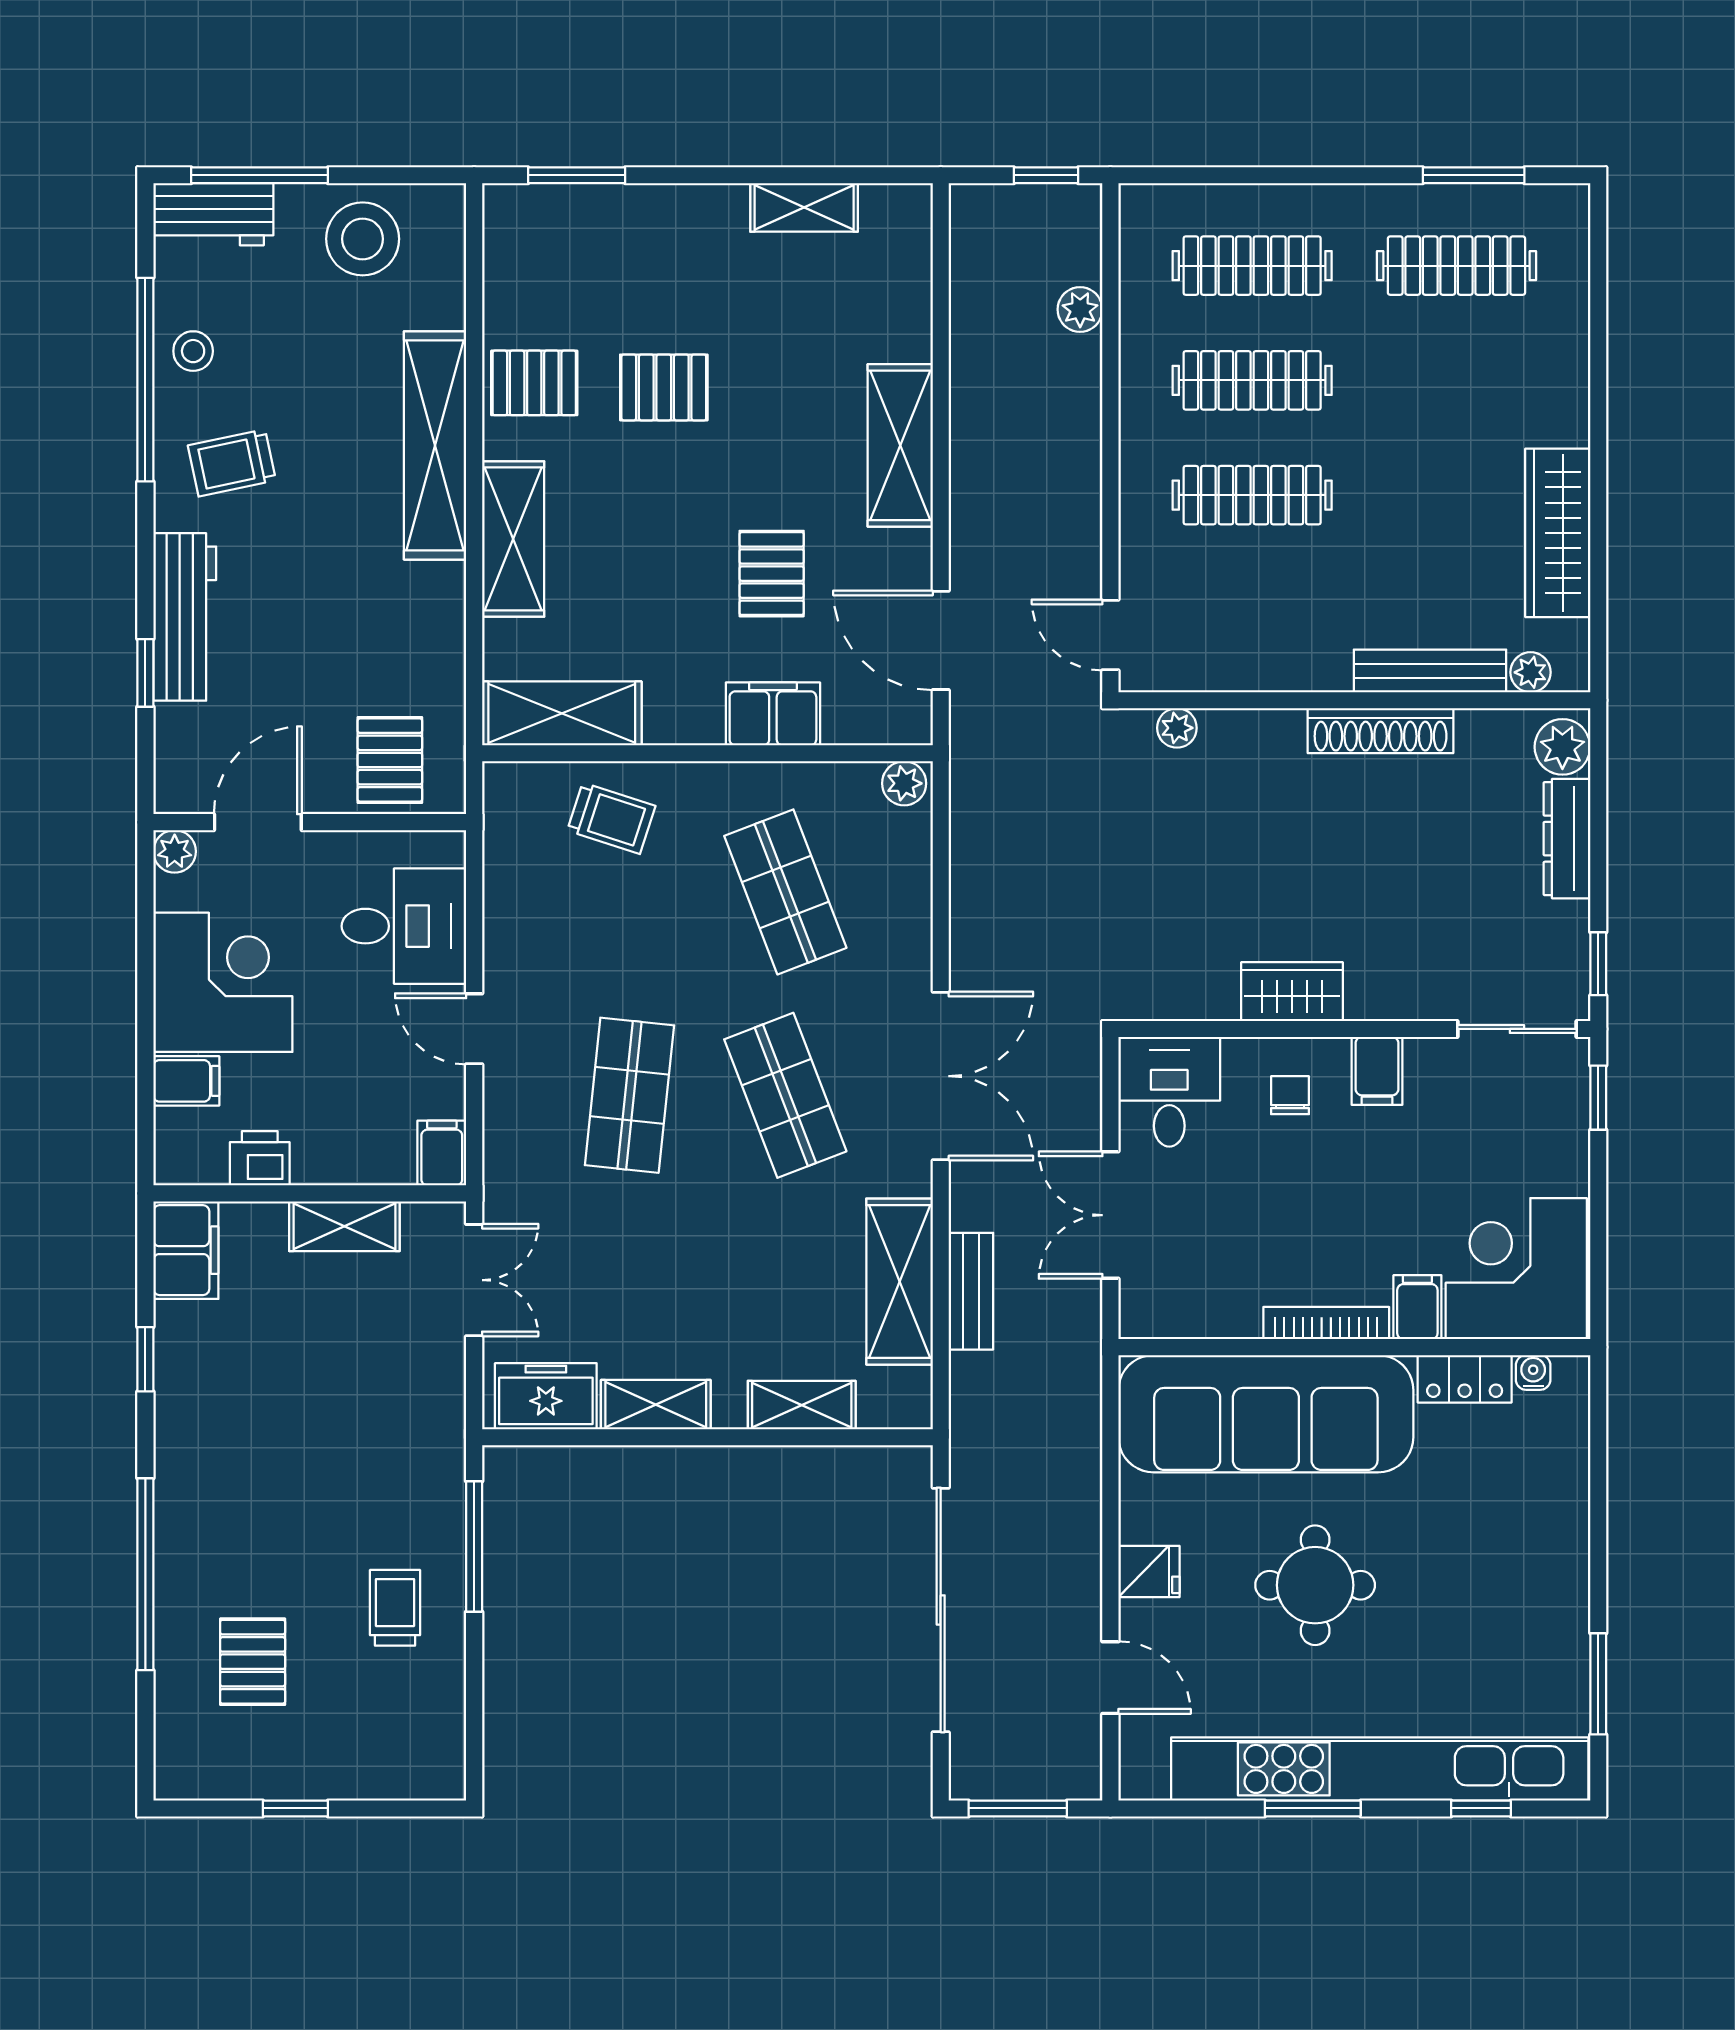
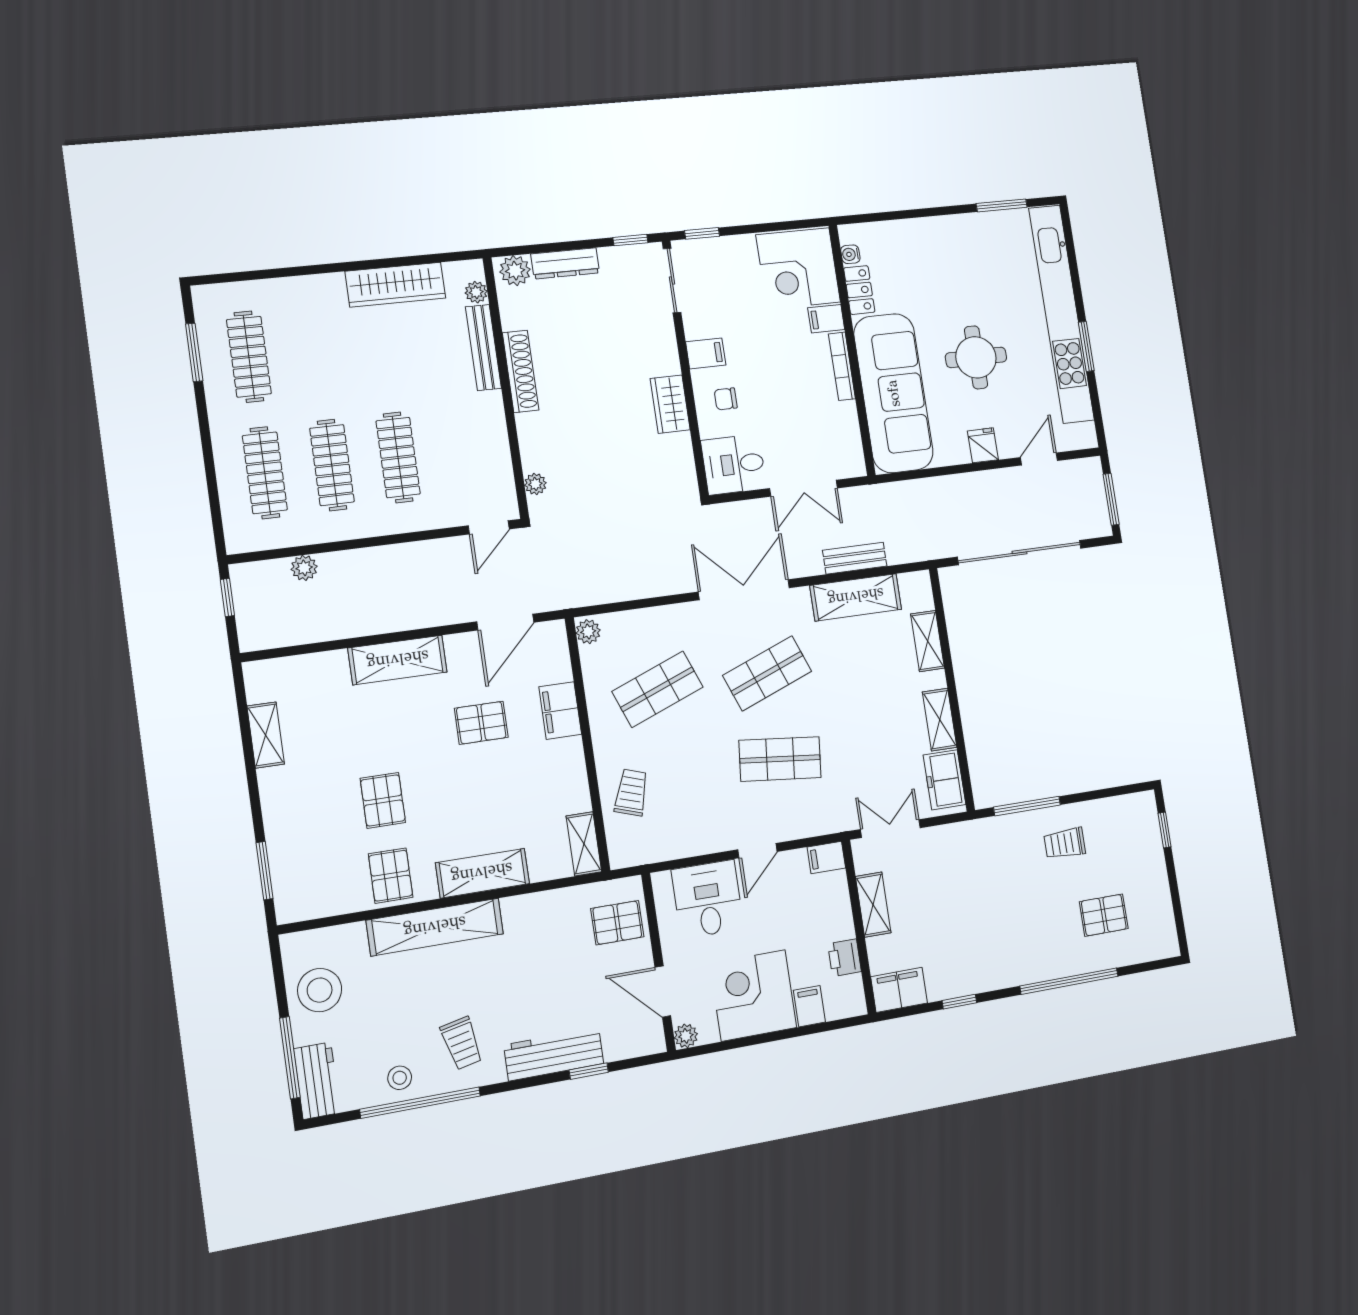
shelving: (562, 713) -> (584, 844), width x0.67, depth x0.75
window: (295, 1808) -> (1165, 830), moved
window: (1481, 1808) -> (1072, 260), removed

